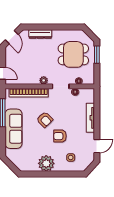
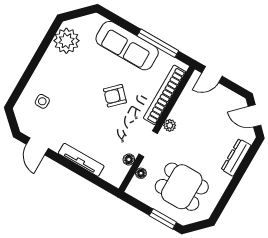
dining table: (73, 54) -> (182, 187), turned 90
armchair: (60, 136) -> (80, 104), removed
plant: (46, 163) -> (66, 41), moved

